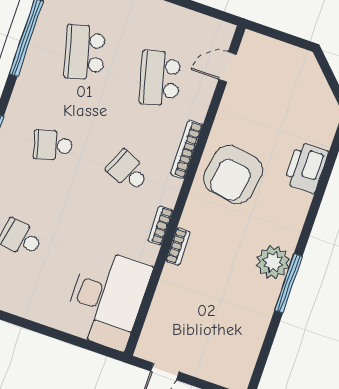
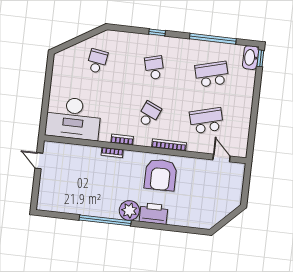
printer: (306, 167) -> (154, 214), moved
armchair: (233, 174) -> (161, 175), turned -99
plant: (273, 262) -> (129, 210), moved
window: (288, 283) -> (105, 220), width x1.46

